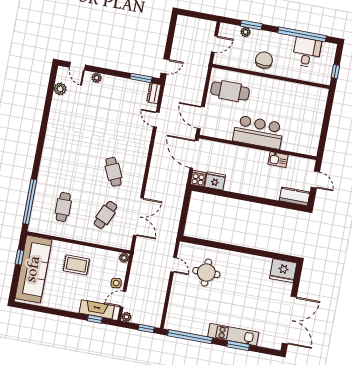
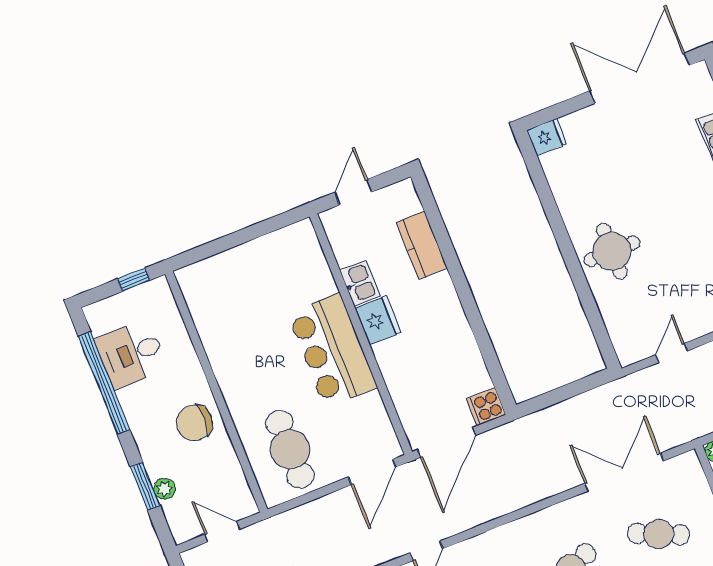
fridge: (215, 181) -> (378, 320), moved, turned 180
kitchen counter: (295, 196) -> (422, 245), moved
fridge: (283, 271) -> (547, 137), width x0.53, depth x0.75
round table: (206, 273) -> (612, 251), moved

